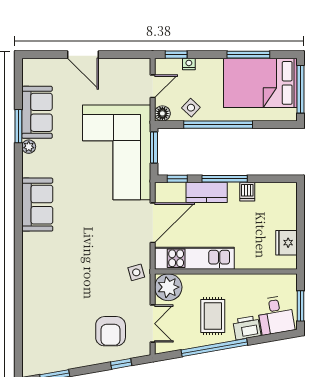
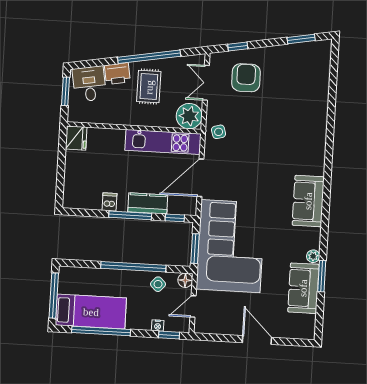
window: (248, 55) -> (101, 331), width x1.46
bed: (260, 83) -> (91, 312), width x0.67
fridge: (286, 243) -> (76, 138), moved

